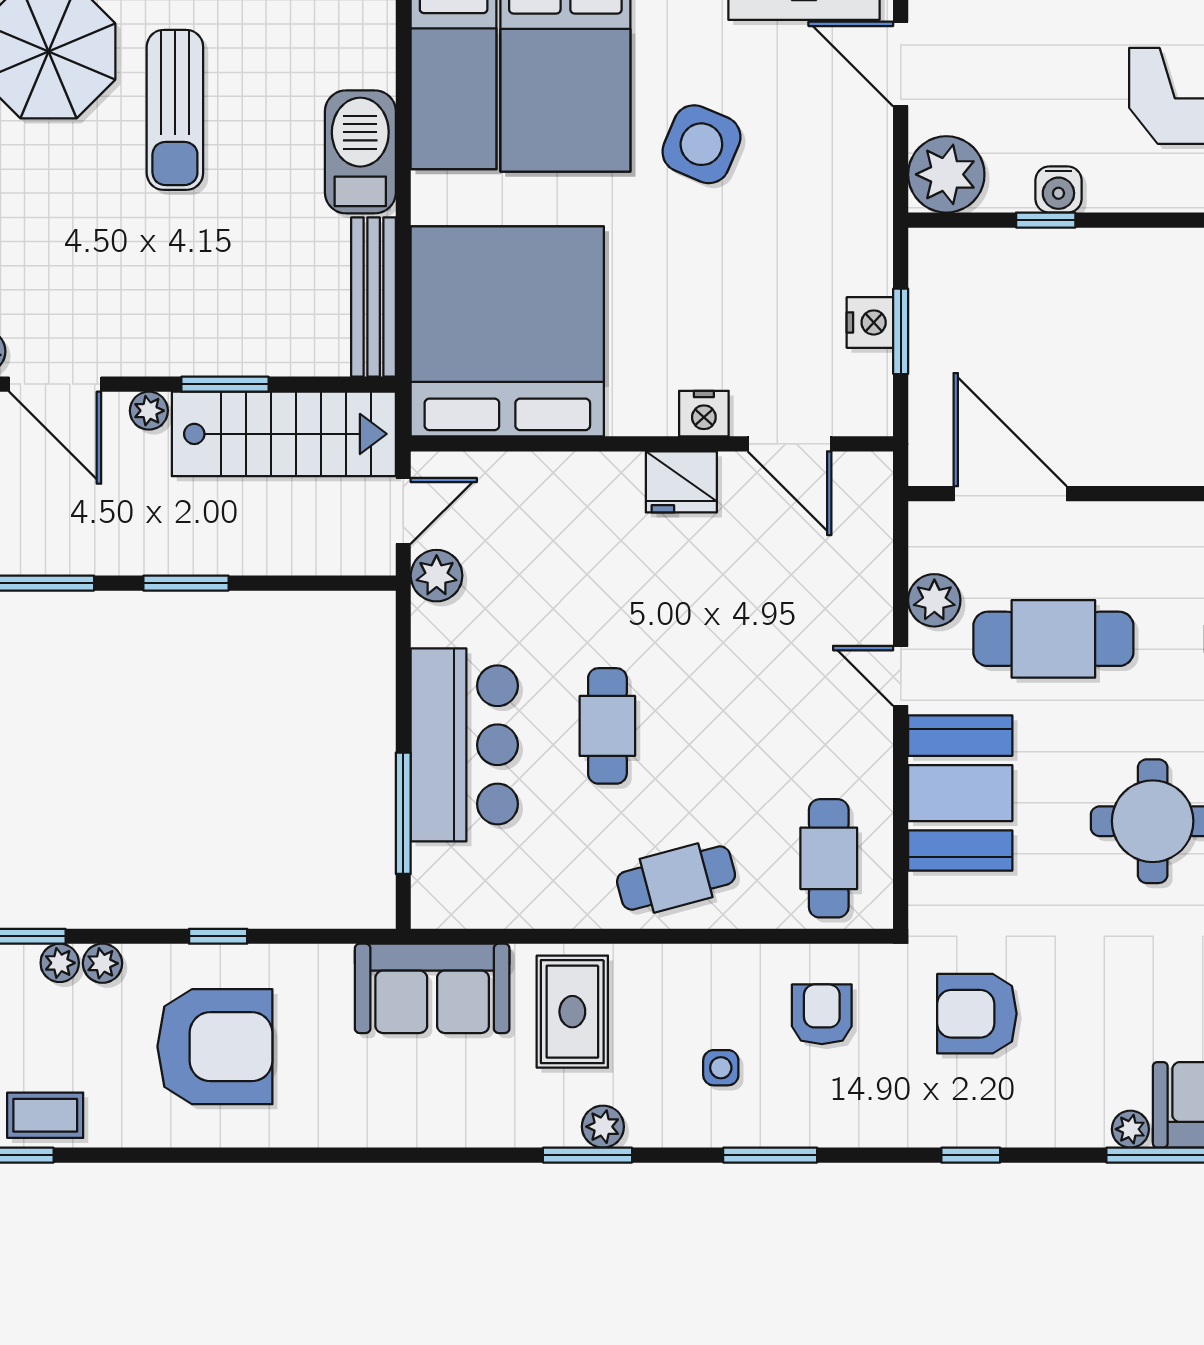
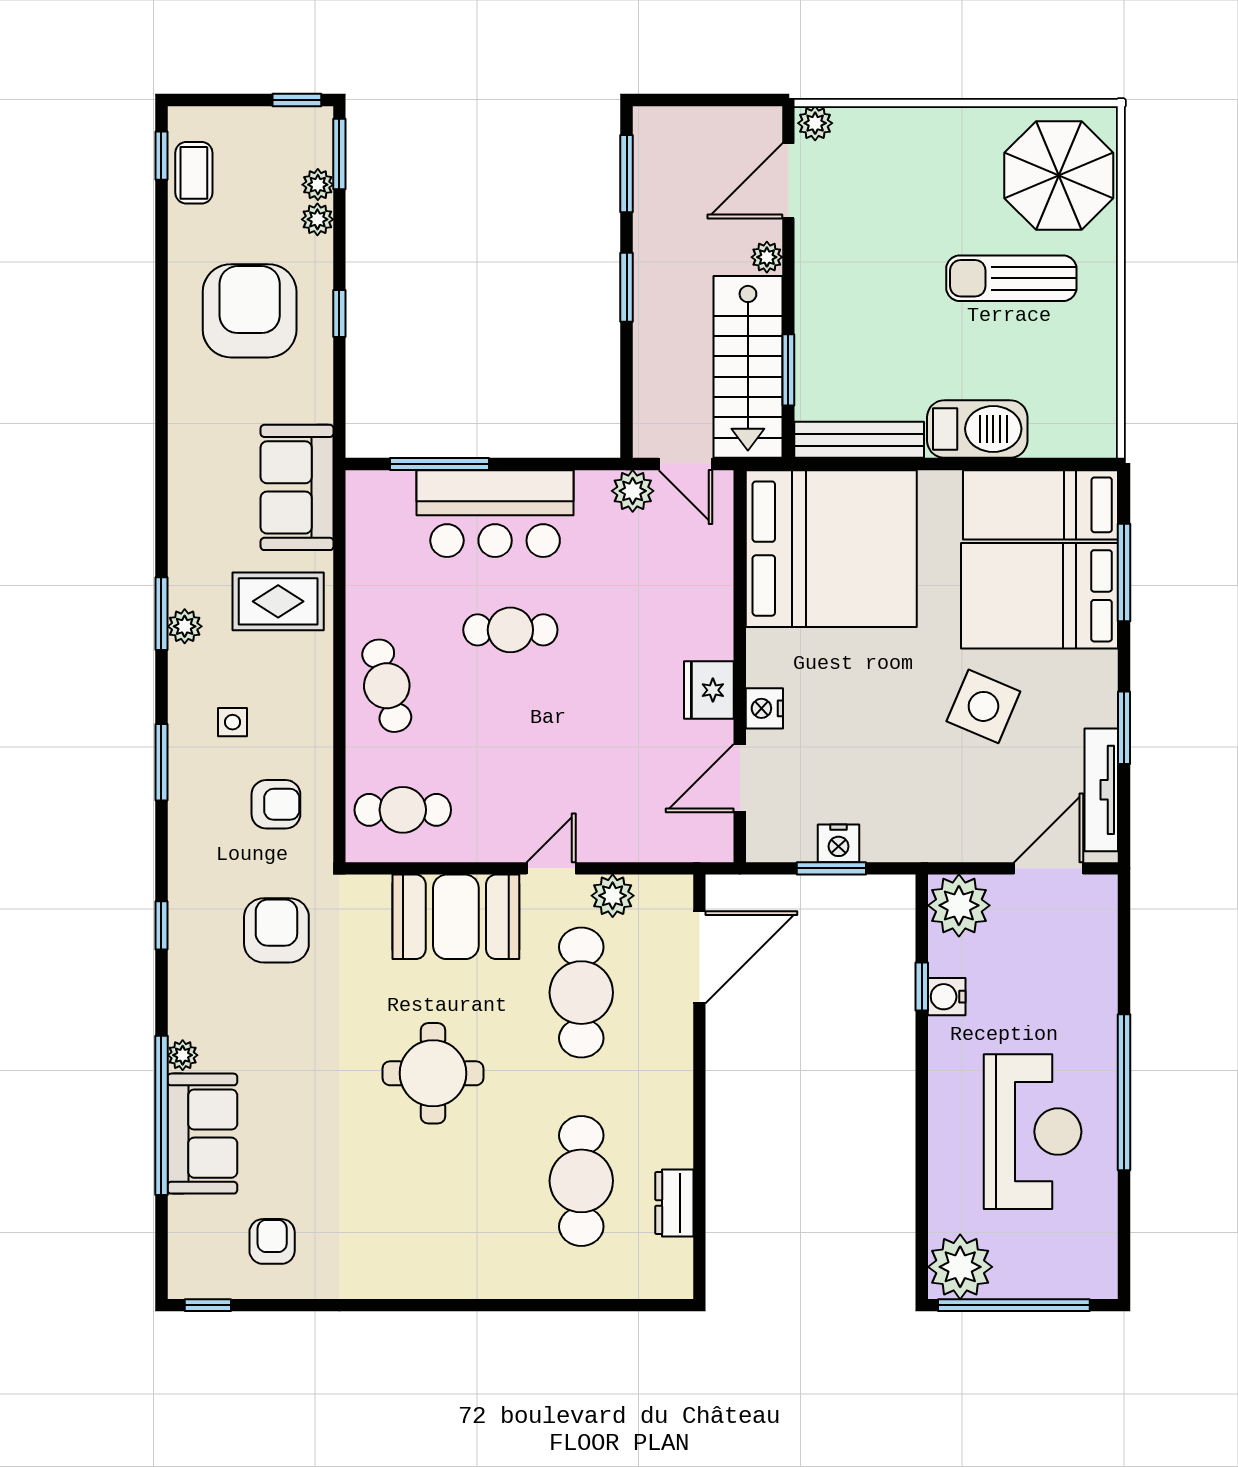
window: (225, 384) -> (788, 370), moved
armchair: (215, 1047) -> (250, 311), turned 180

